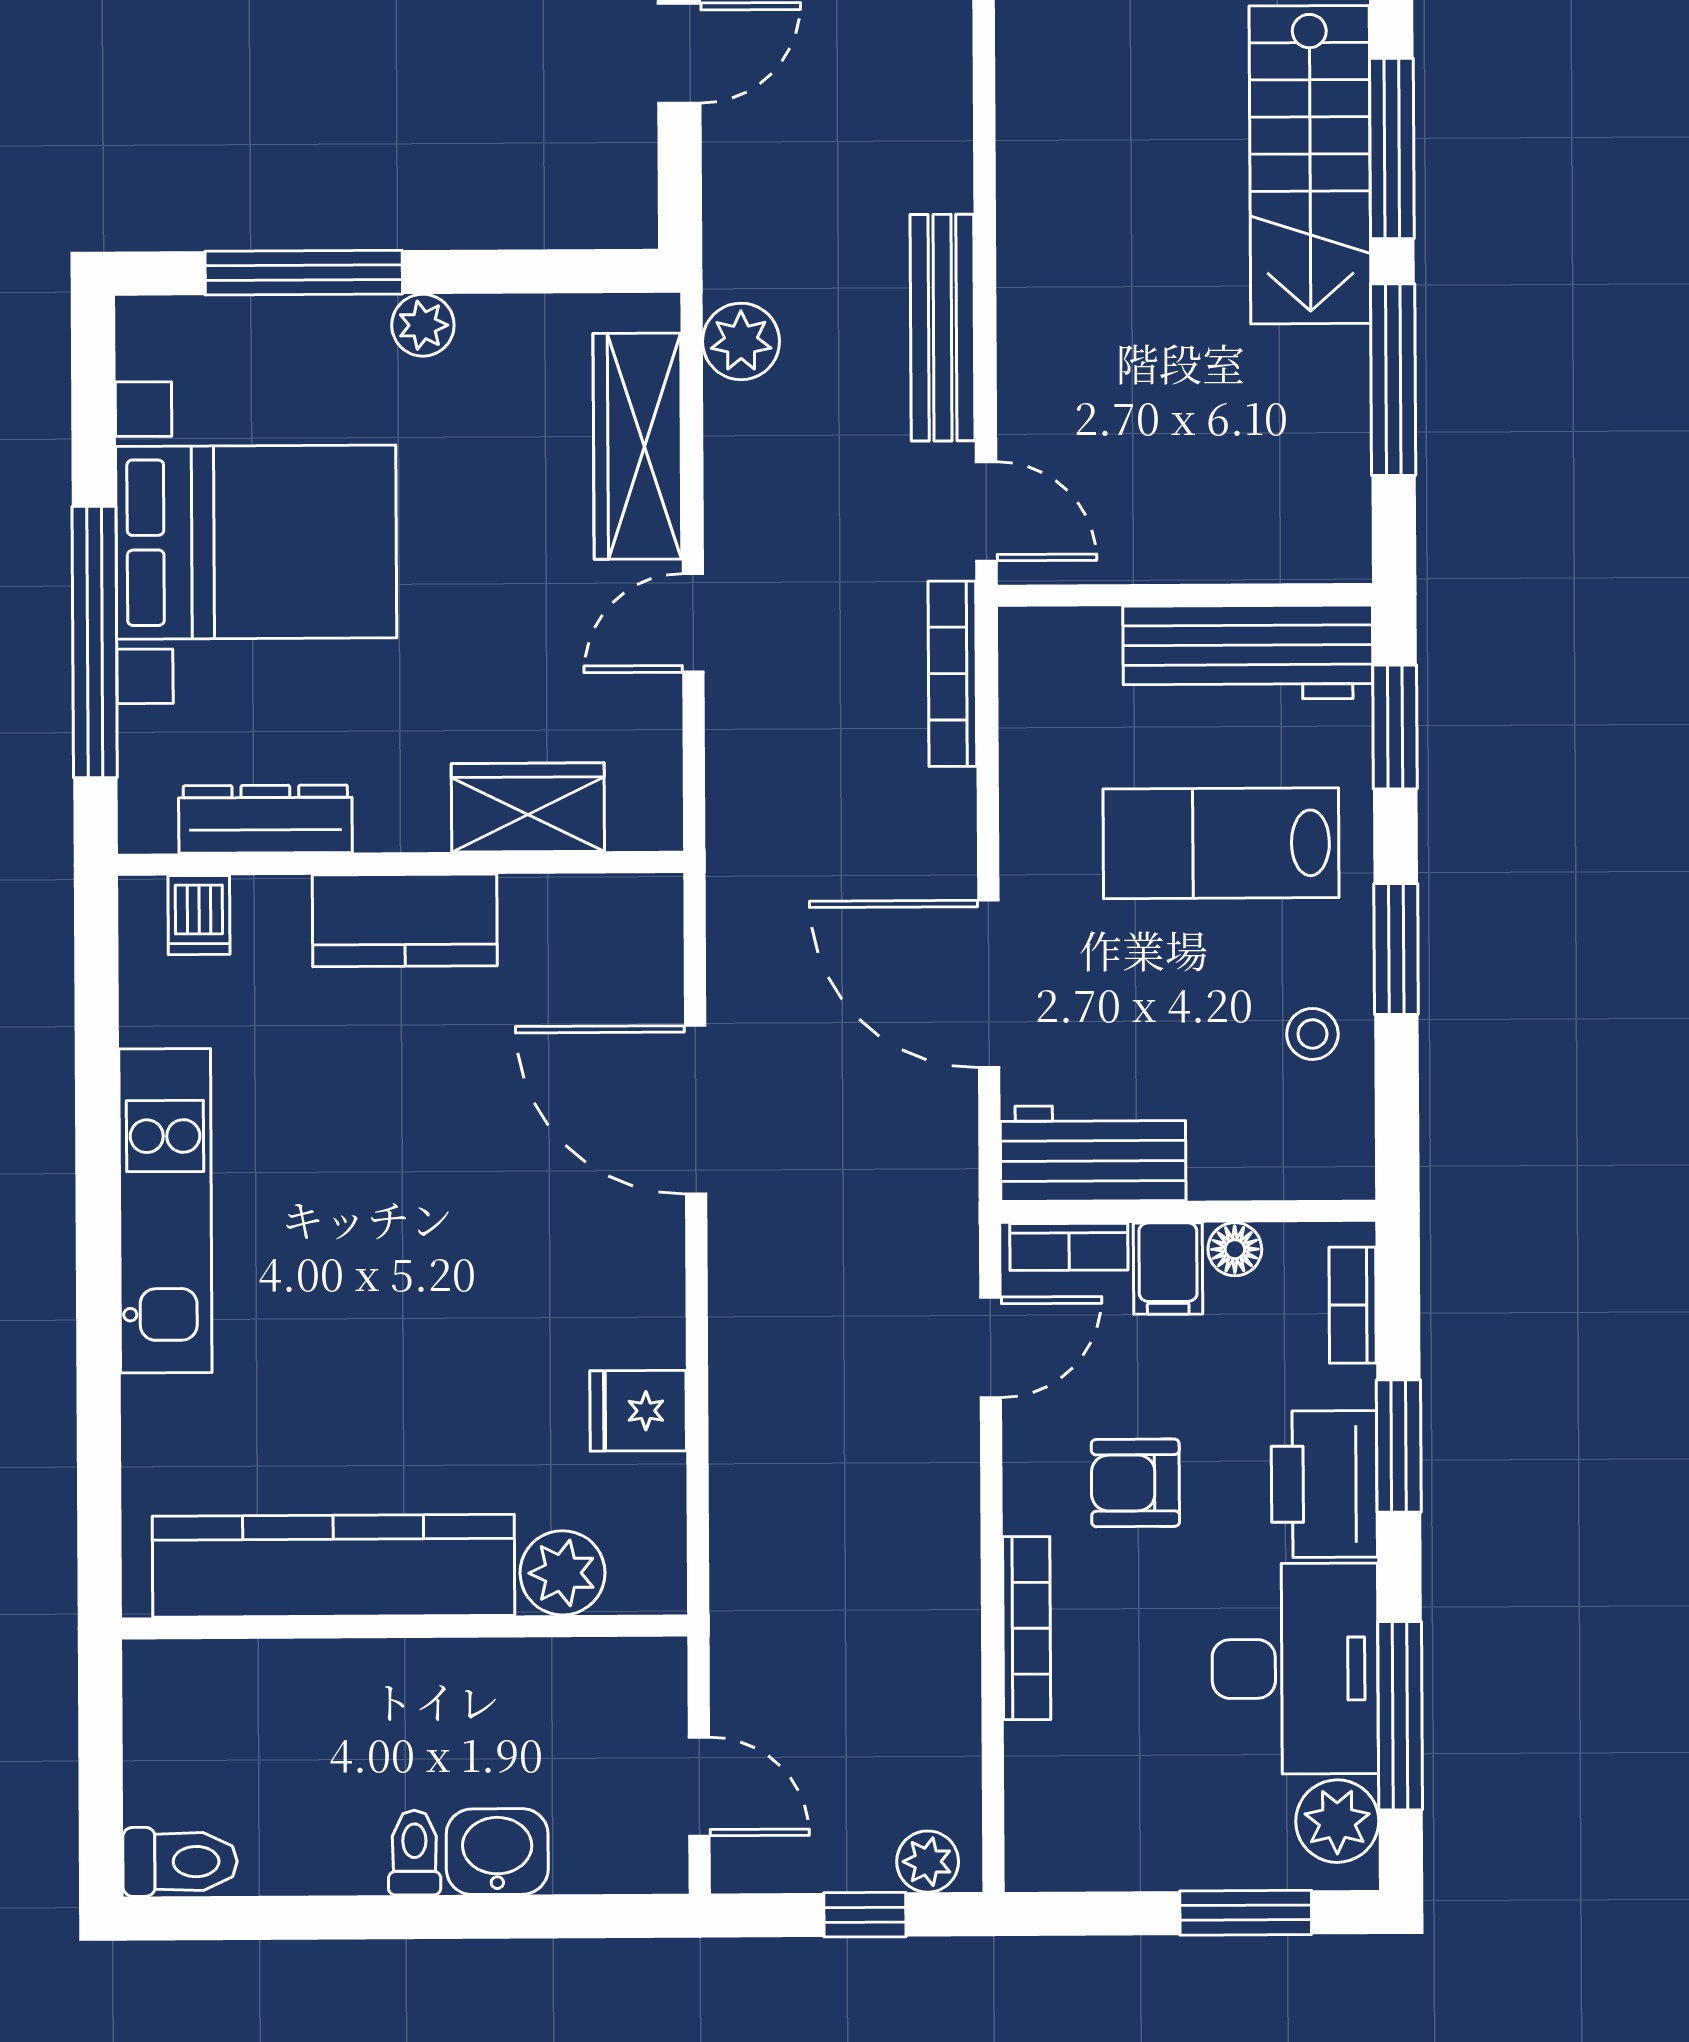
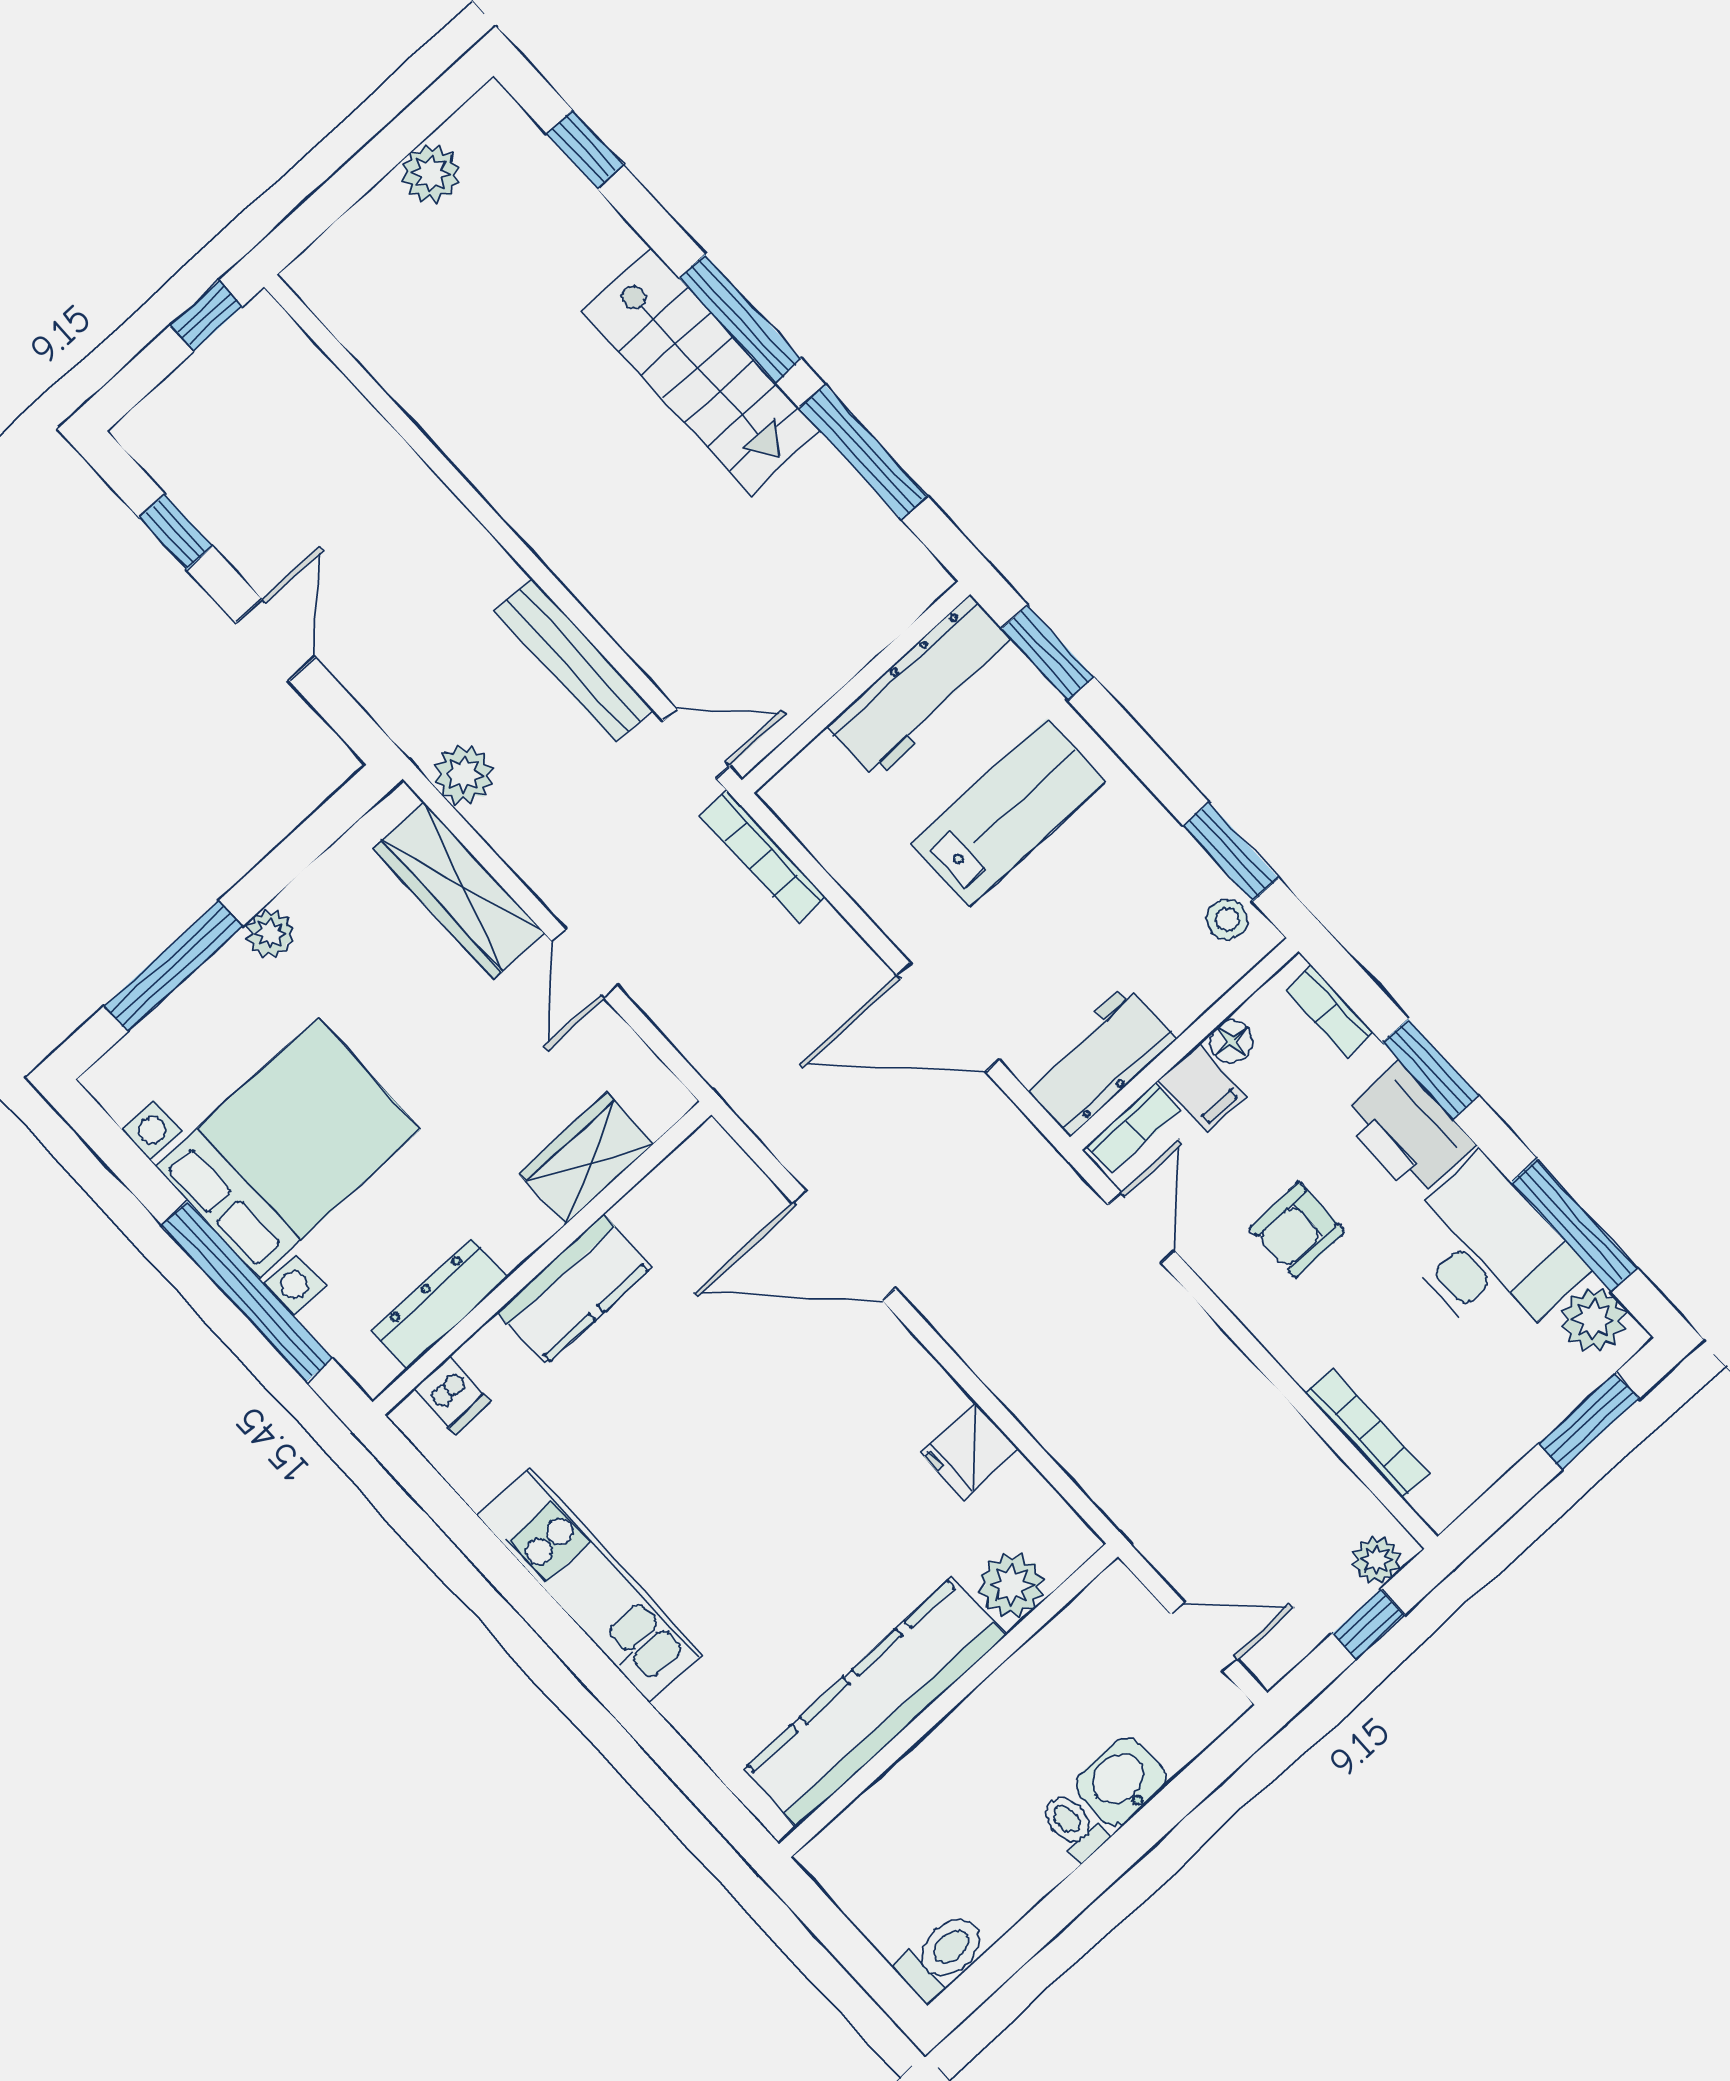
lab bench: (1221, 843) -> (1008, 813), turned 180
window: (1396, 949) -> (1231, 851), moved
stool: (1312, 1034) -> (1227, 920), moved
bookcase: (1027, 1628) -> (1367, 1433), moved

